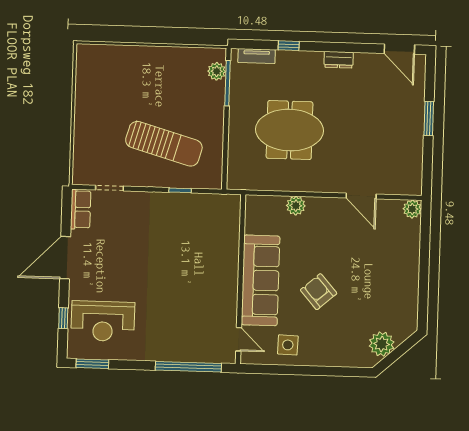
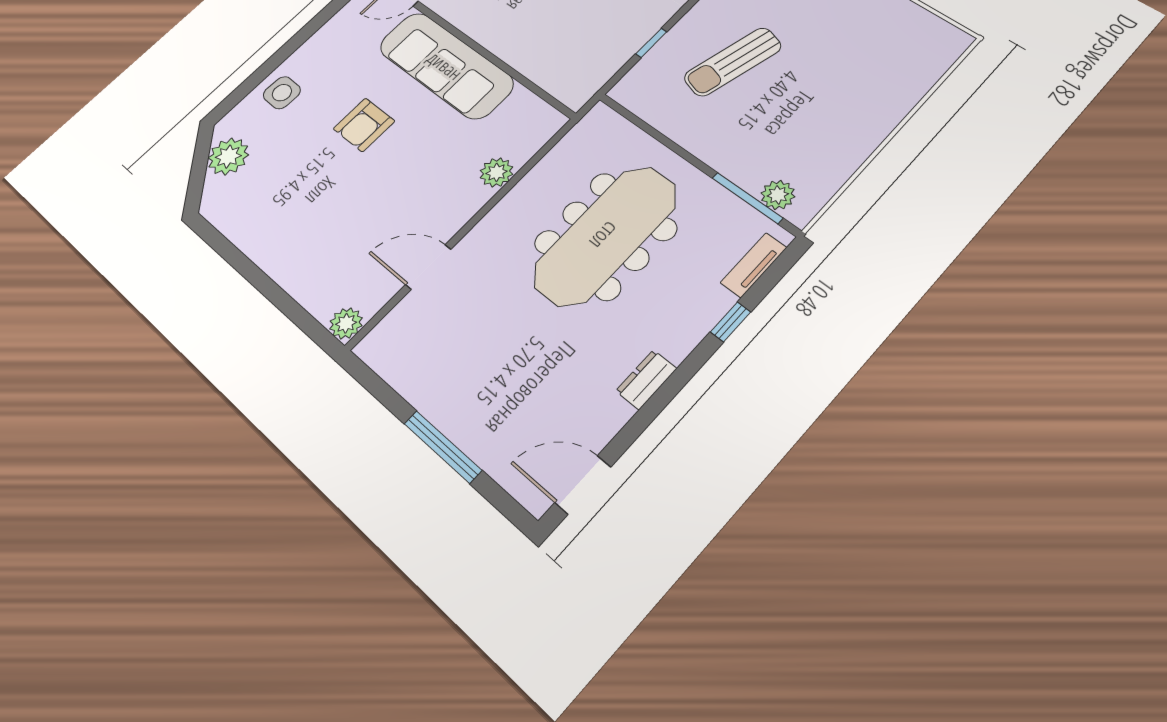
window: (429, 118) -> (443, 447), width x1.44
meeting table: (290, 130) -> (605, 236), width x1.36
sun lounger: (164, 144) -> (733, 62), width x0.73, depth x0.75
armchair: (319, 292) -> (364, 125), turned 131
side table: (288, 345) -> (282, 93), moved

